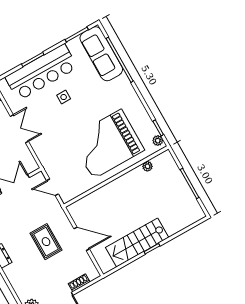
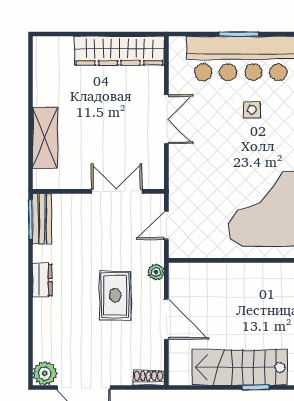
door: (52, 187) -> (166, 225), hinge flipped
plant: (61, 216) -> (156, 272), added
shoe rack: (79, 283) -> (148, 378), moved

